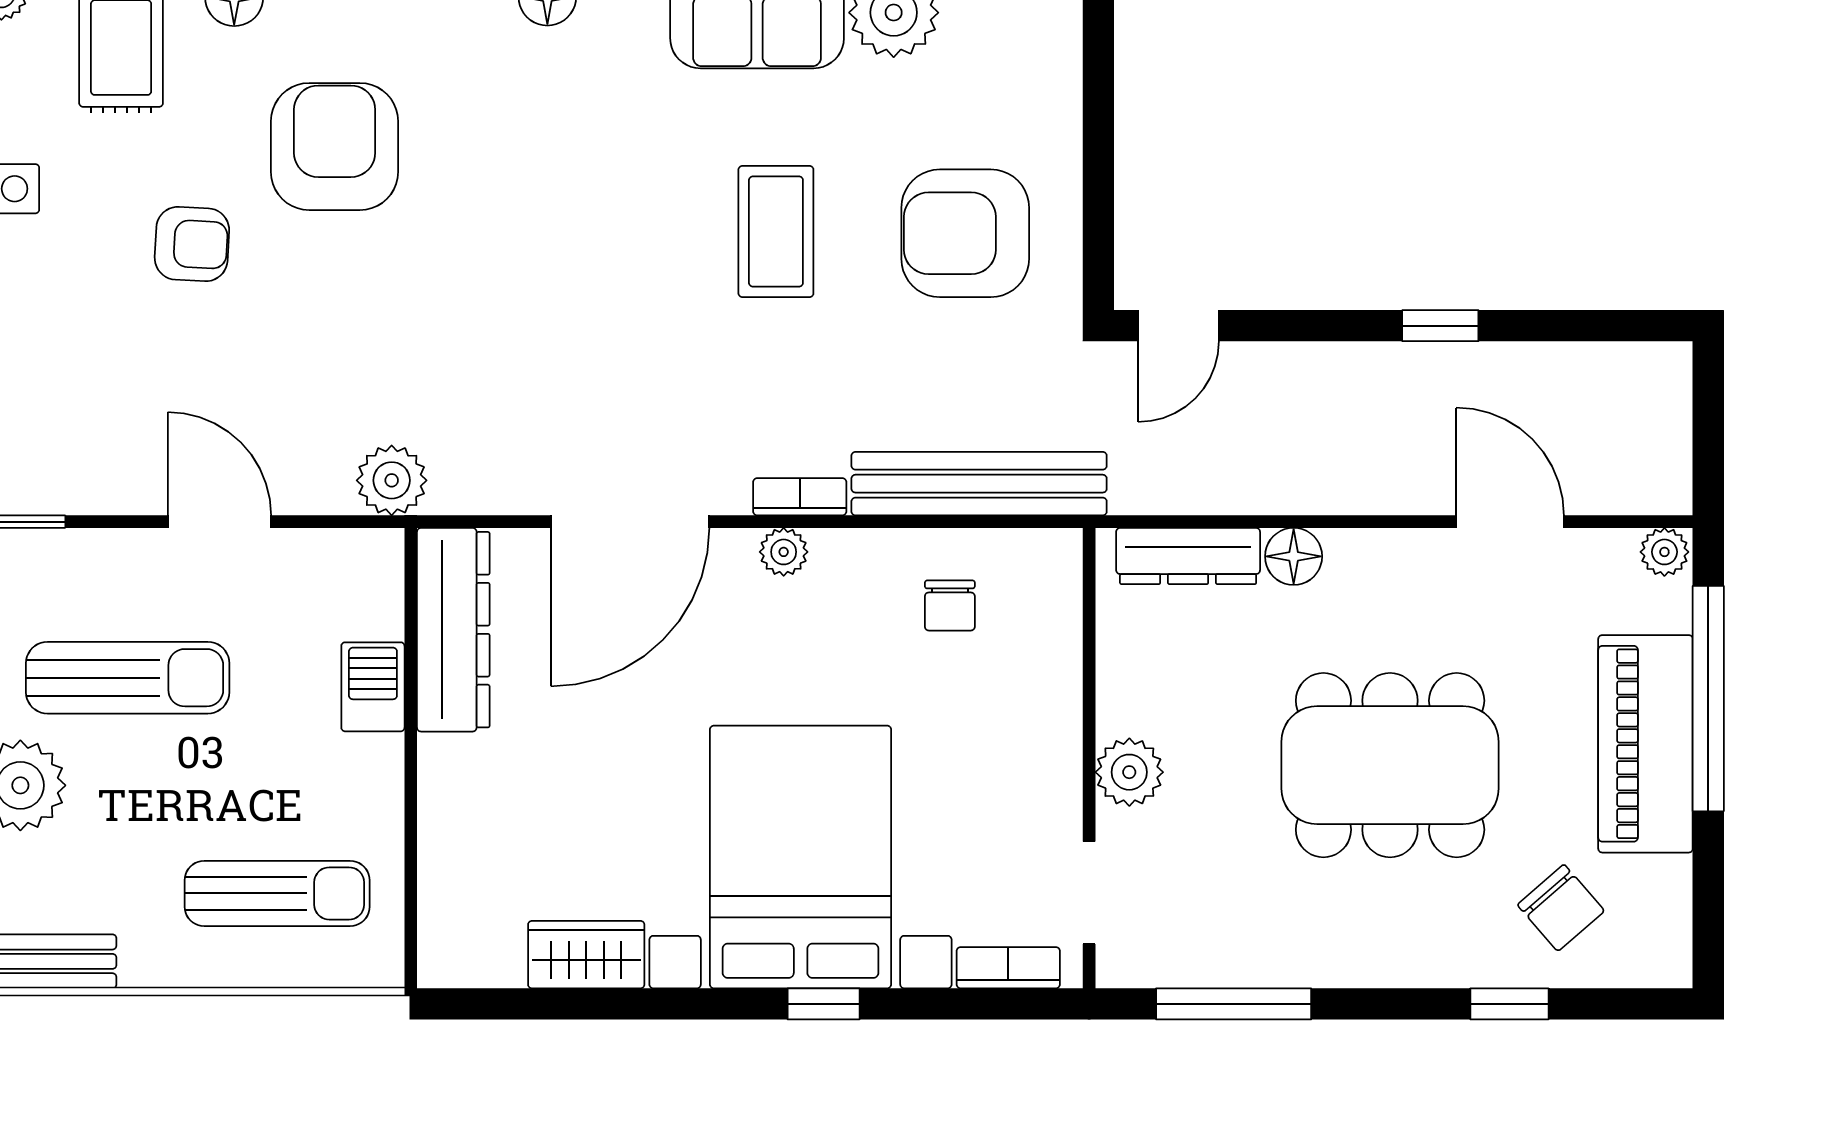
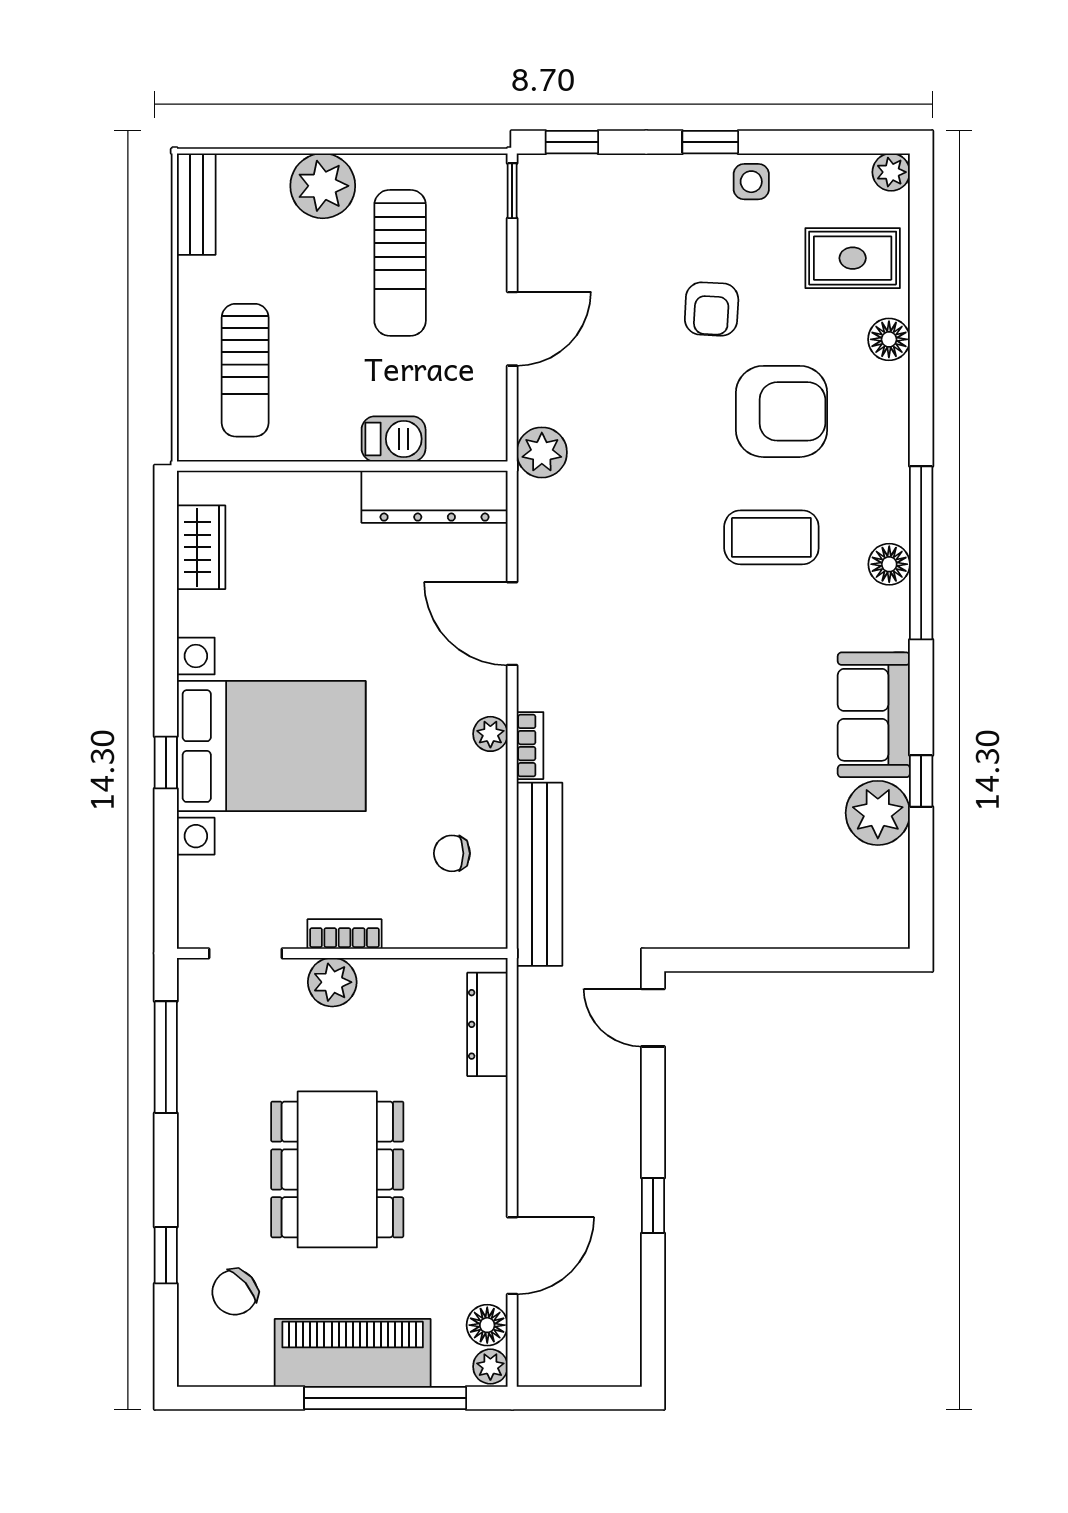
coffee table: (776, 231) -> (771, 537), moved
armchair: (965, 233) -> (719, 864), removed
door: (630, 522) -> (512, 624), width x0.73
floor lamp: (1294, 556) -> (487, 1325), moved
wardrobe: (586, 955) -> (201, 547), moved
bookcase: (1008, 968) -> (344, 934), moved, turned -90

